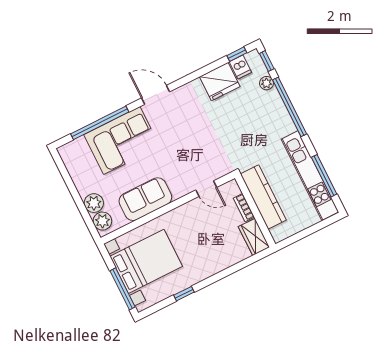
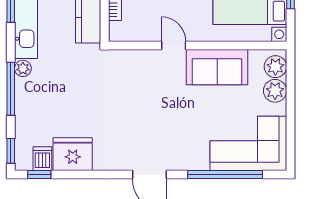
plant: (266, 83) -> (23, 68), moved
window: (290, 107) -> (11, 89), width x0.68
corner sofa: (122, 141) -> (248, 143), moved
door: (206, 189) -> (174, 45), moved

